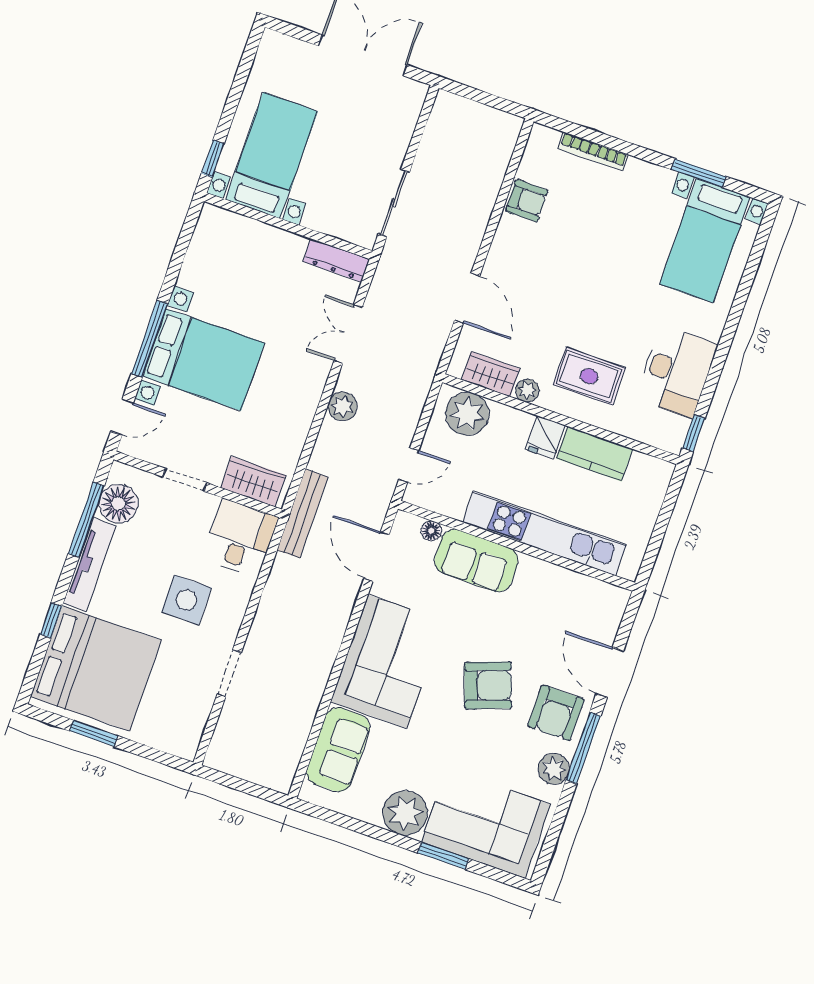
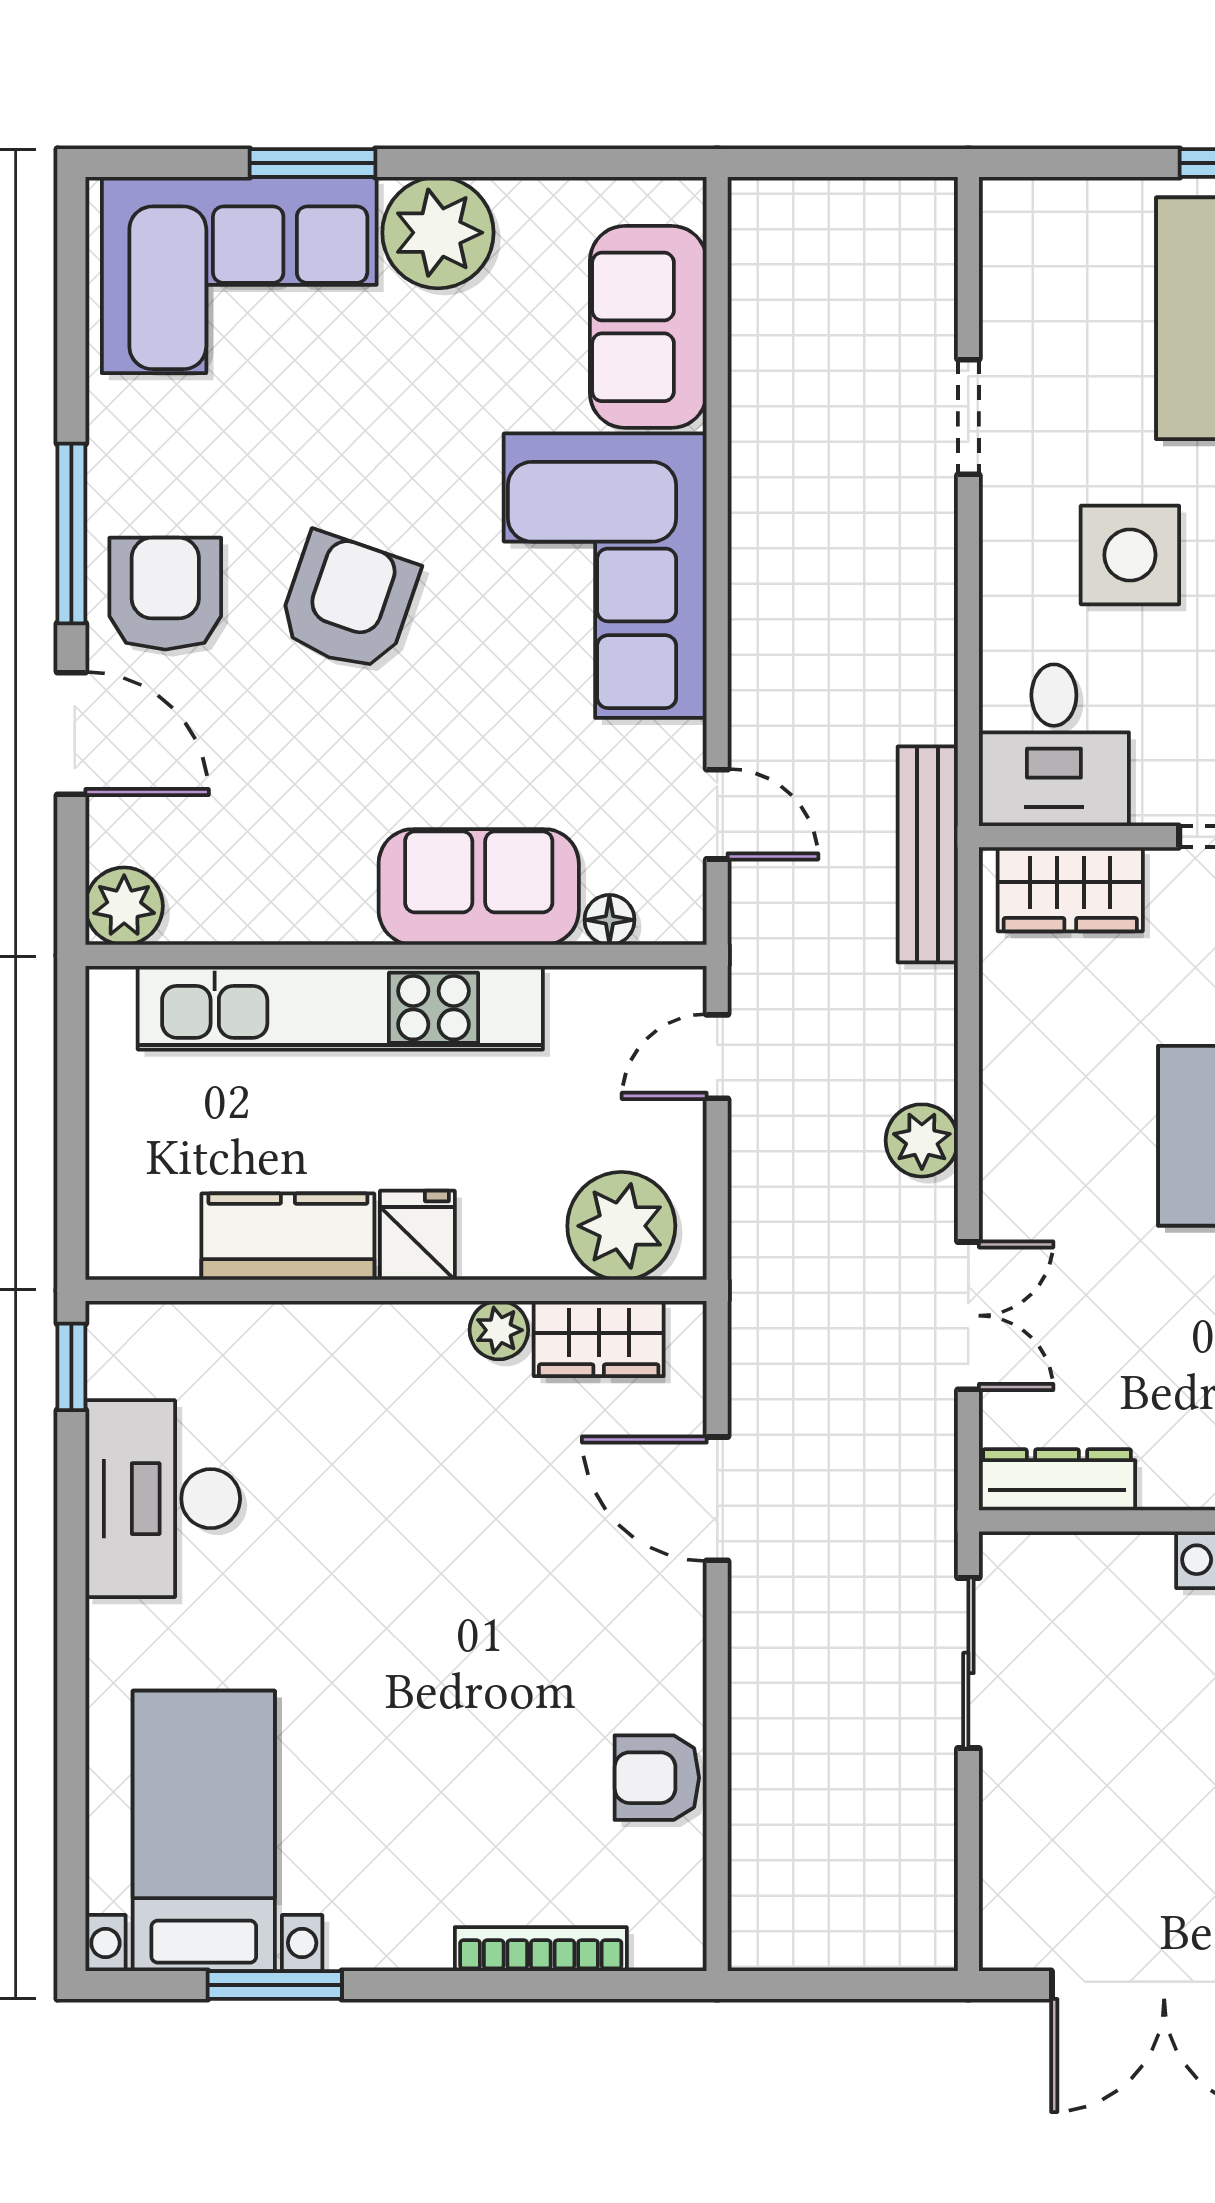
rug: (589, 376) -> (365, 1415), removed
door: (377, 557) -> (717, 814), width x0.73
armchair: (488, 685) -> (348, 602), turned 129
plant: (554, 769) -> (124, 906), moved

